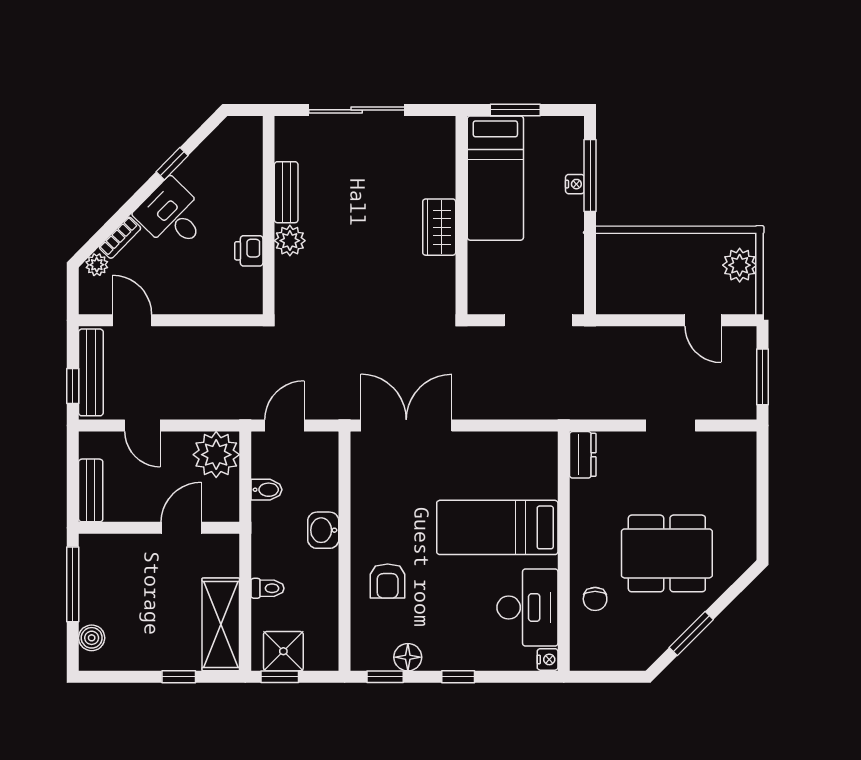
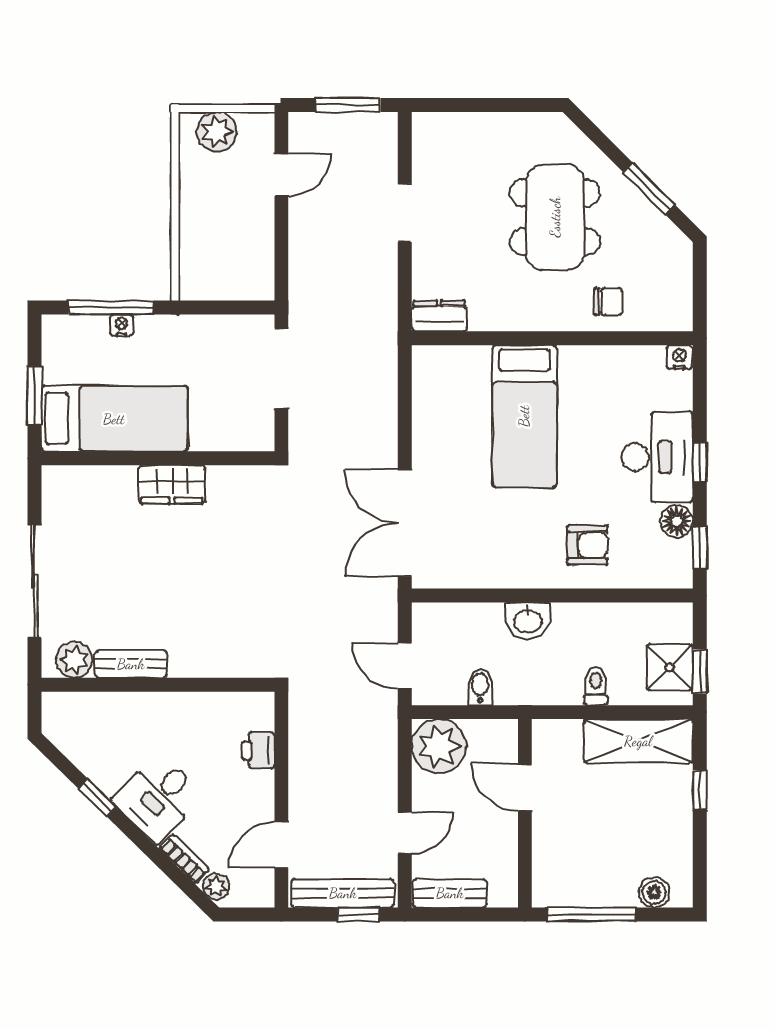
plant: (290, 241) -> (74, 660), moved
printer: (249, 251) -> (258, 750), moved, turned 90
bench: (91, 490) -> (450, 893), moved
desk: (527, 607) -> (657, 457), moved, turned 90

